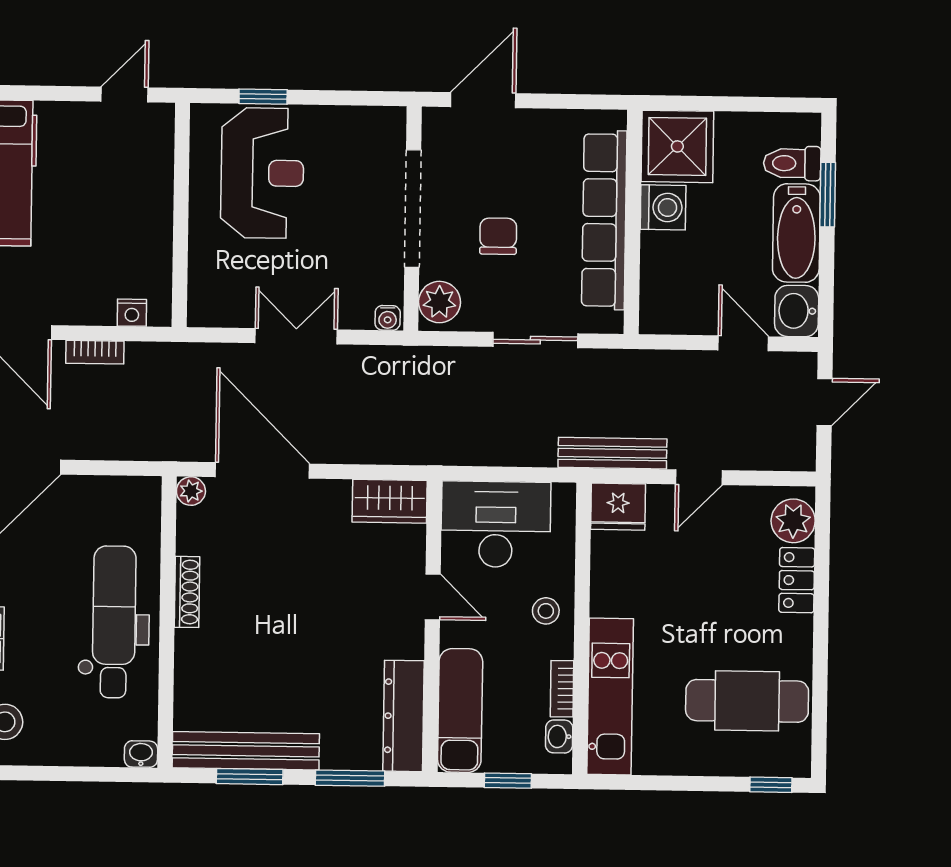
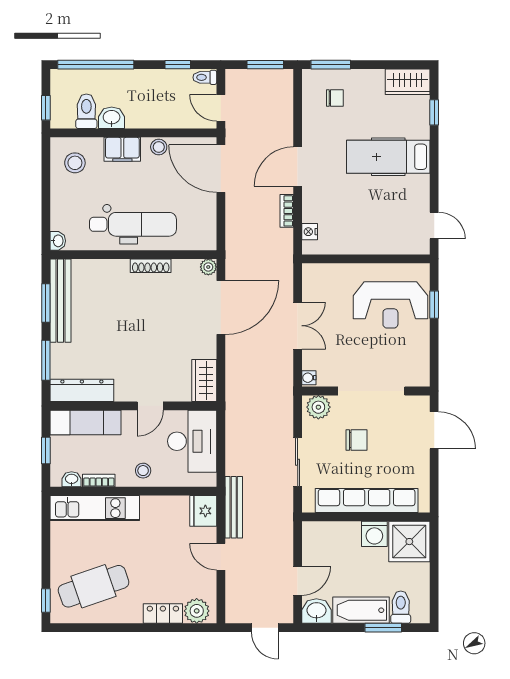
cafe table: (747, 701) -> (94, 586), turned 71

